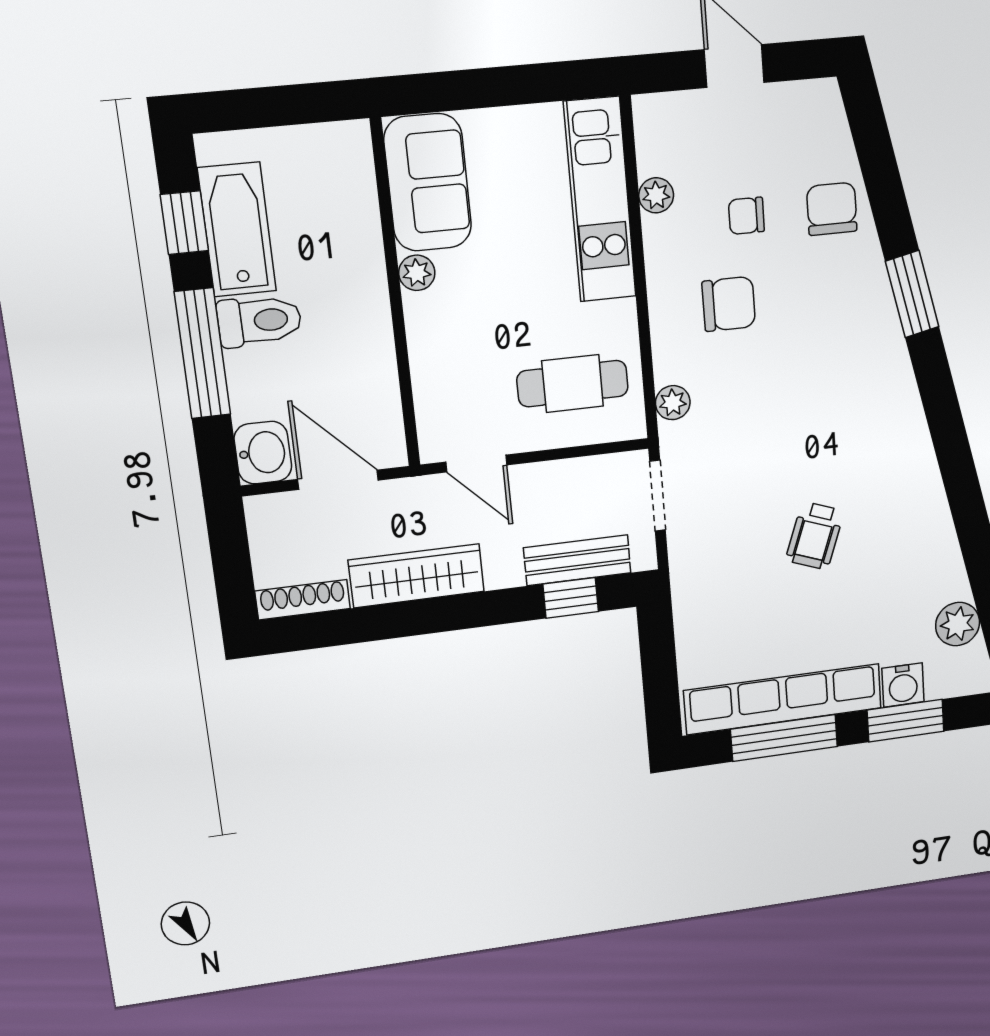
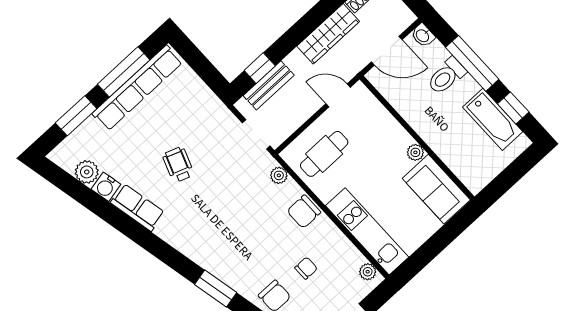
plant: (656, 195) -> (368, 272), moved
chair: (729, 304) -> (304, 212), moved
toilet: (259, 321) -> (446, 76), moved
washbasin: (263, 453) -> (423, 35), width x0.72, depth x0.69
row of seats: (927, 514) -> (138, 207), added
water cooler: (903, 685) -> (106, 187), moved, turned -102

